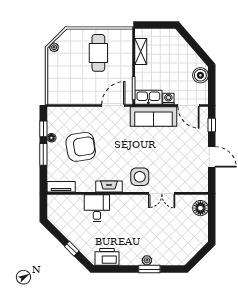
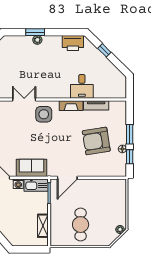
sofa: (154, 117) -> (31, 168), width x0.73
tv unit: (61, 187) -> (96, 105), moved

